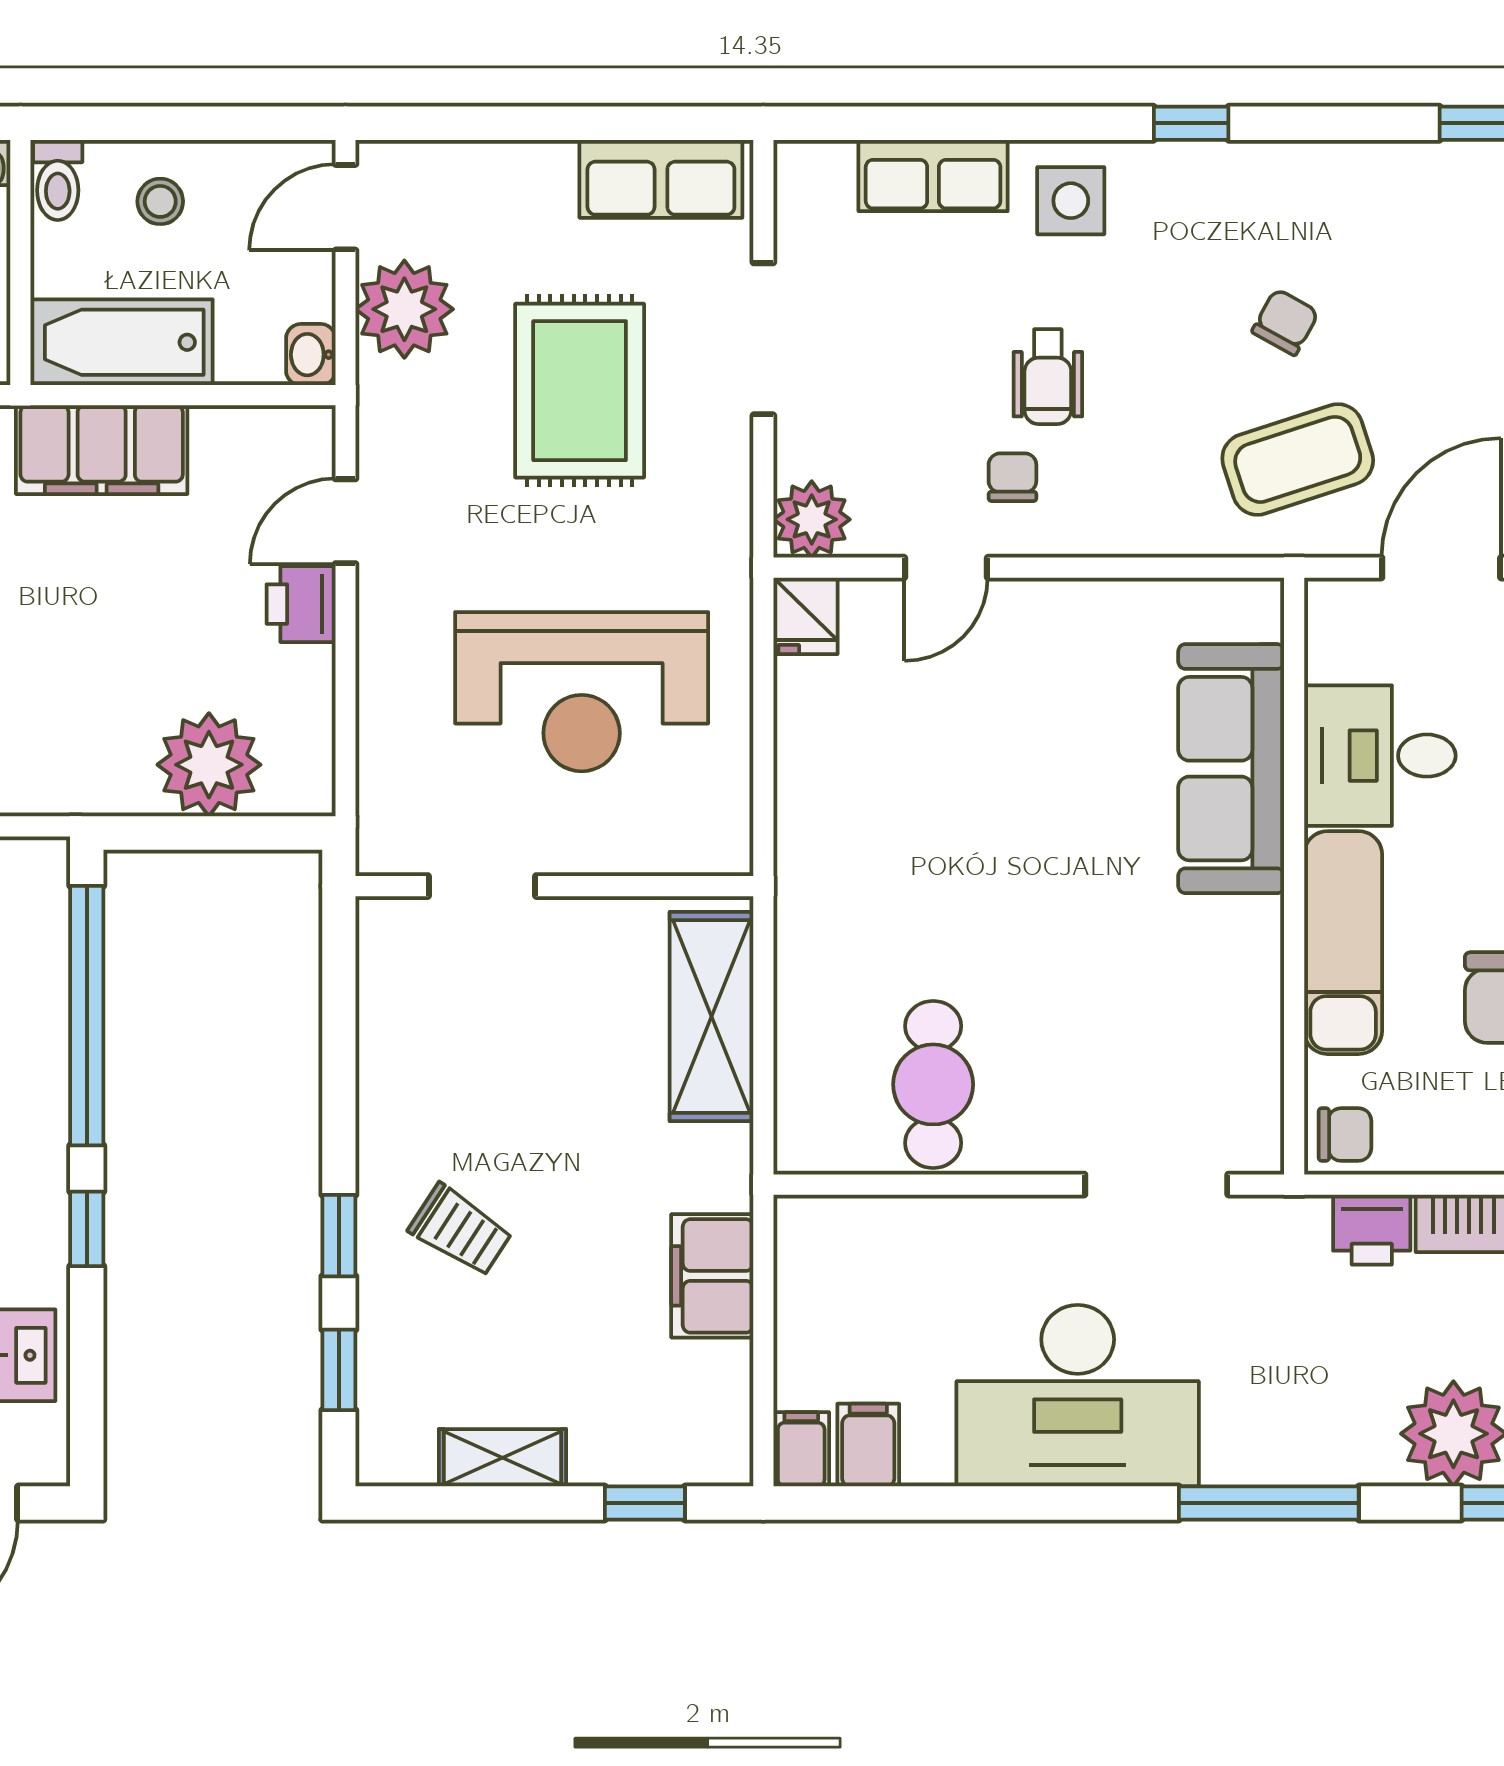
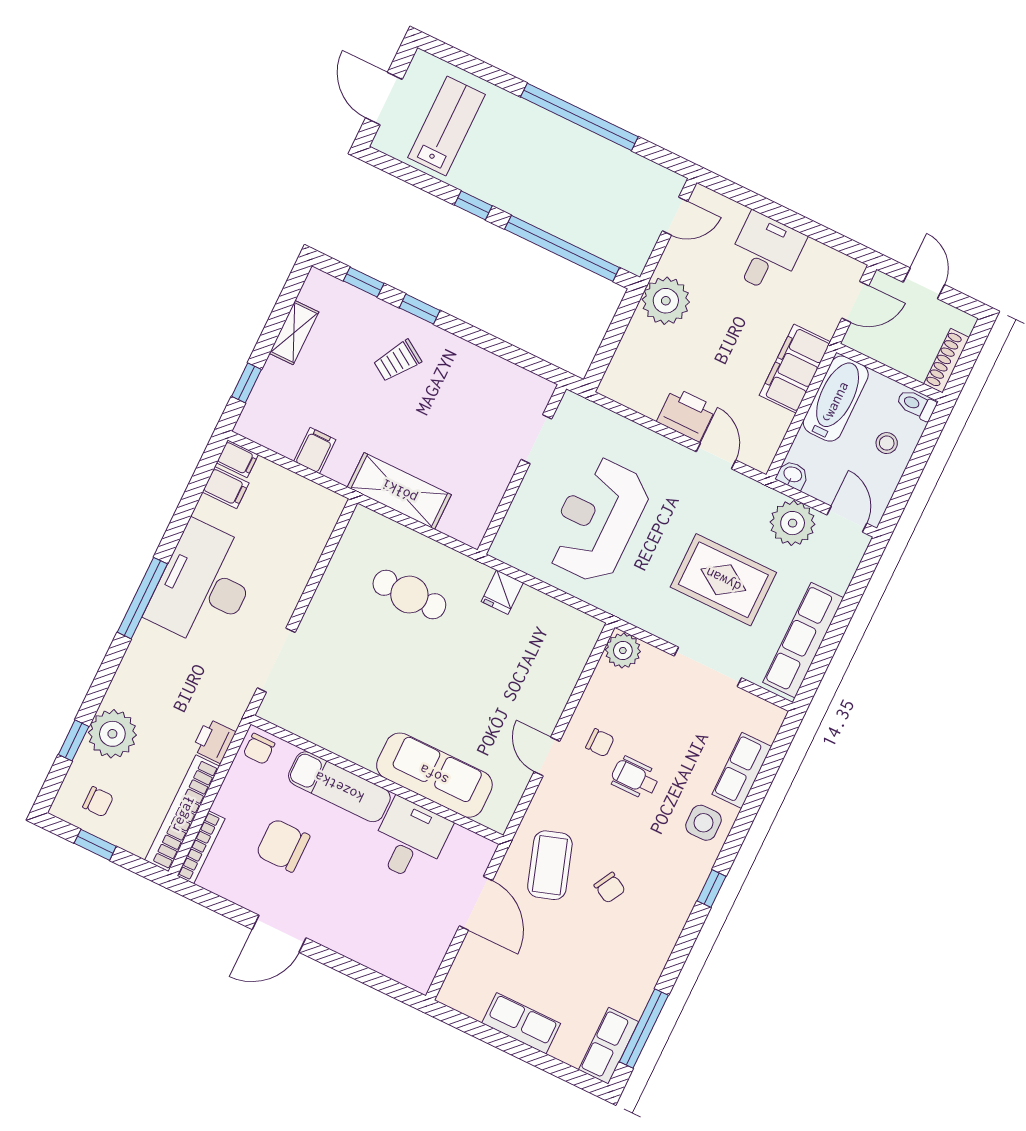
row of seats: (661, 179) -> (803, 640), width x1.48
door: (946, 568) -> (547, 756), moved
printer: (301, 604) -> (686, 414), width x1.36, depth x1.24
fridge: (805, 616) -> (502, 592), moved, turned -90
plant: (209, 765) -> (666, 301), moved
shelving: (712, 1017) -> (399, 491), moved
cafe table: (933, 1084) -> (409, 595), moved
filing cabinet: (712, 1276) -> (315, 450), width x0.50
window: (1269, 1503) -> (142, 598), moved

